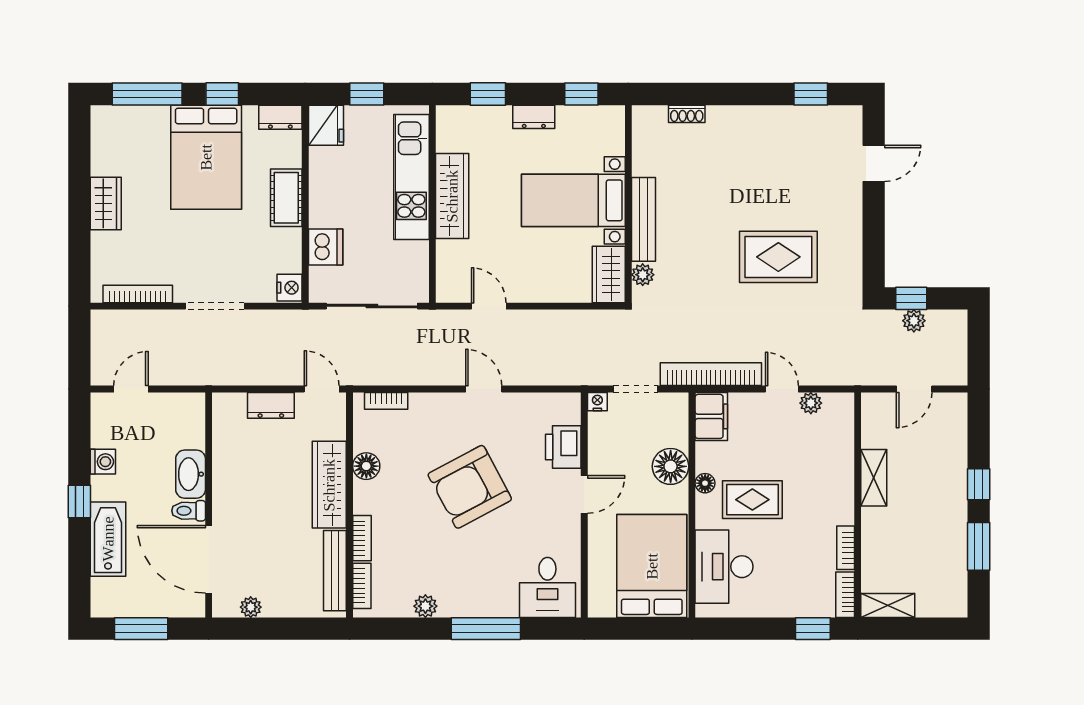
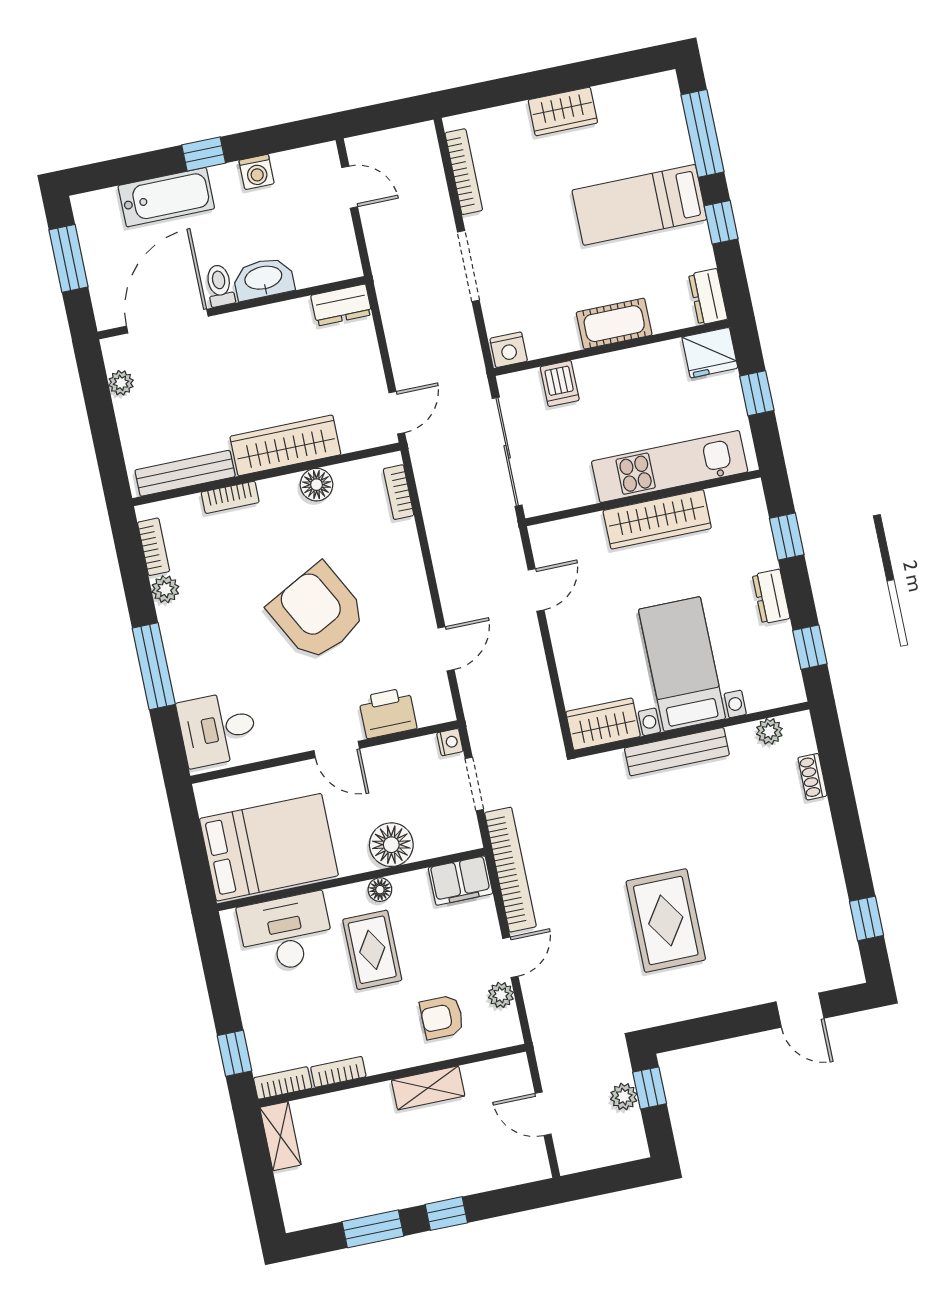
bed: (206, 157) -> (639, 205), width x0.67
dishwasher: (326, 247) -> (560, 384), width x0.73
plant: (643, 275) -> (769, 731), moved
door: (484, 389) -> (446, 649), moved
dresser: (271, 405) -> (341, 305), moved, turned -90
armchair: (819, 455) -> (442, 1017), added
bookcase: (362, 586) -> (154, 547), moved, turned -90

